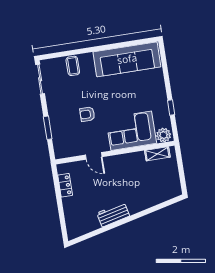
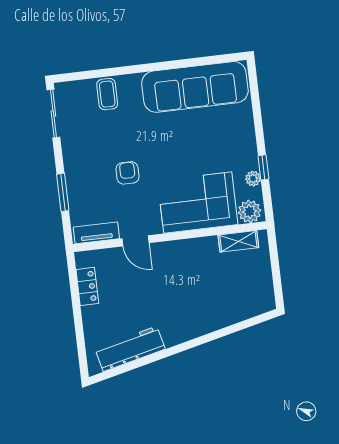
armchair: (87, 114) -> (127, 173), turned 90
plant: (165, 115) -> (253, 179), added
tv unit: (69, 152) -> (96, 233), added
workbench: (113, 215) -> (130, 349), moved, width x1.38

